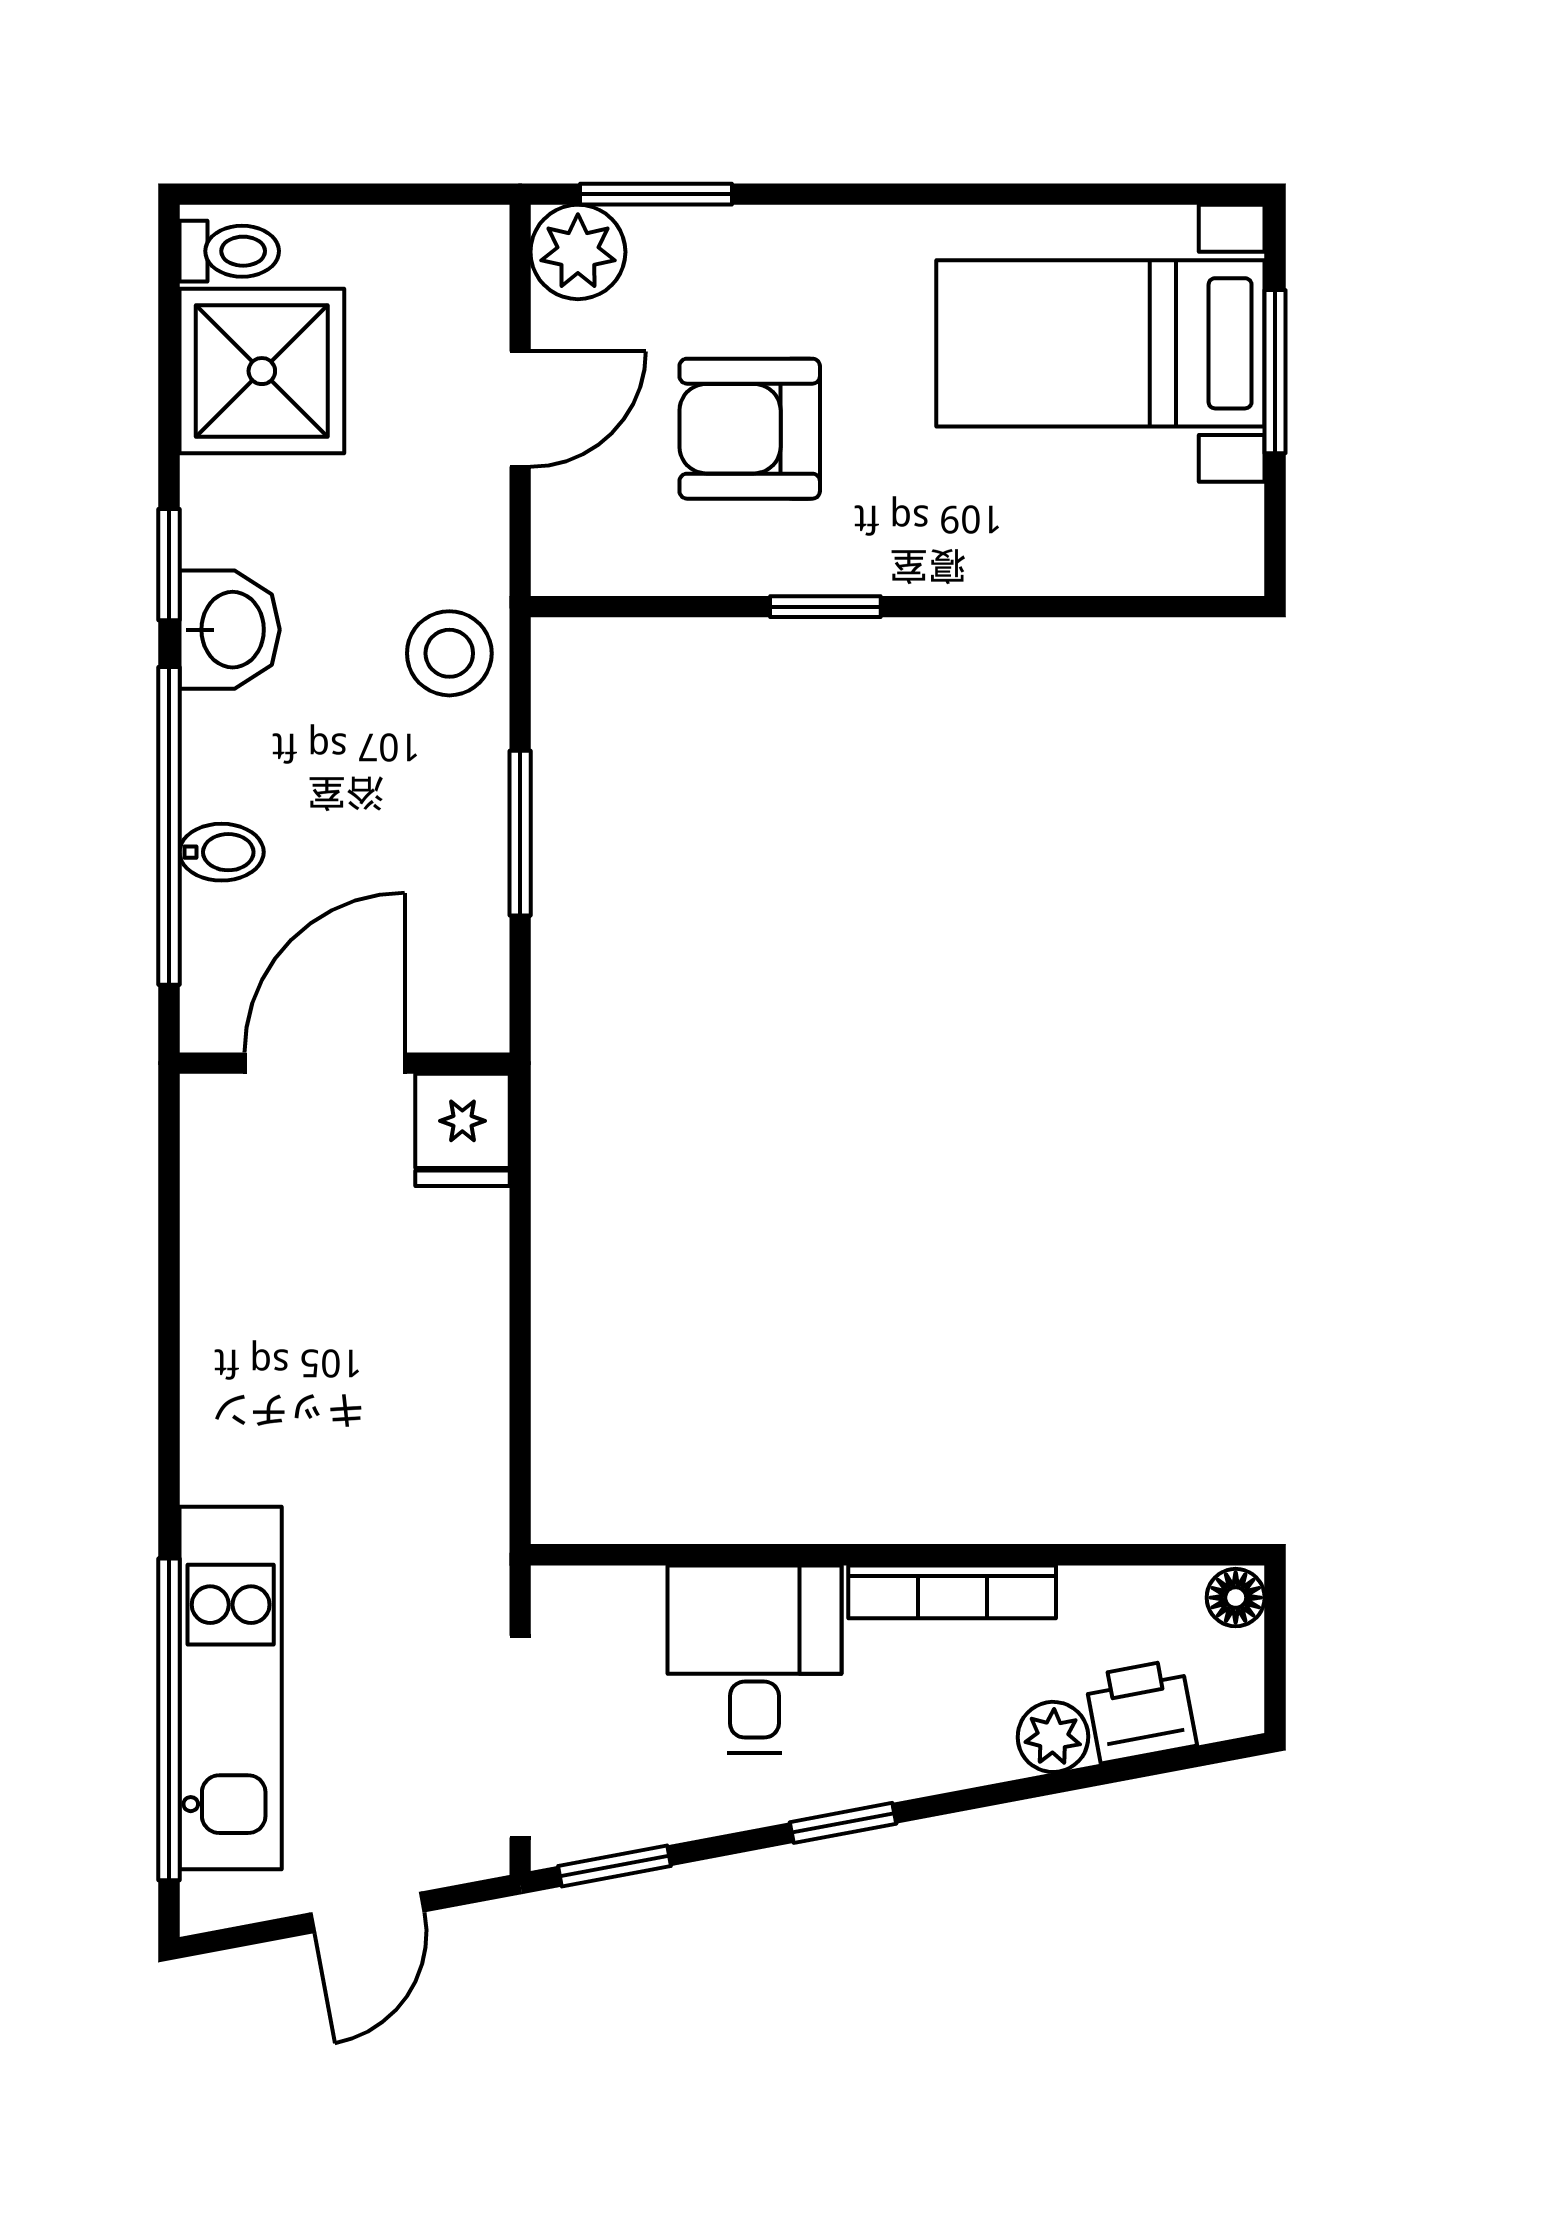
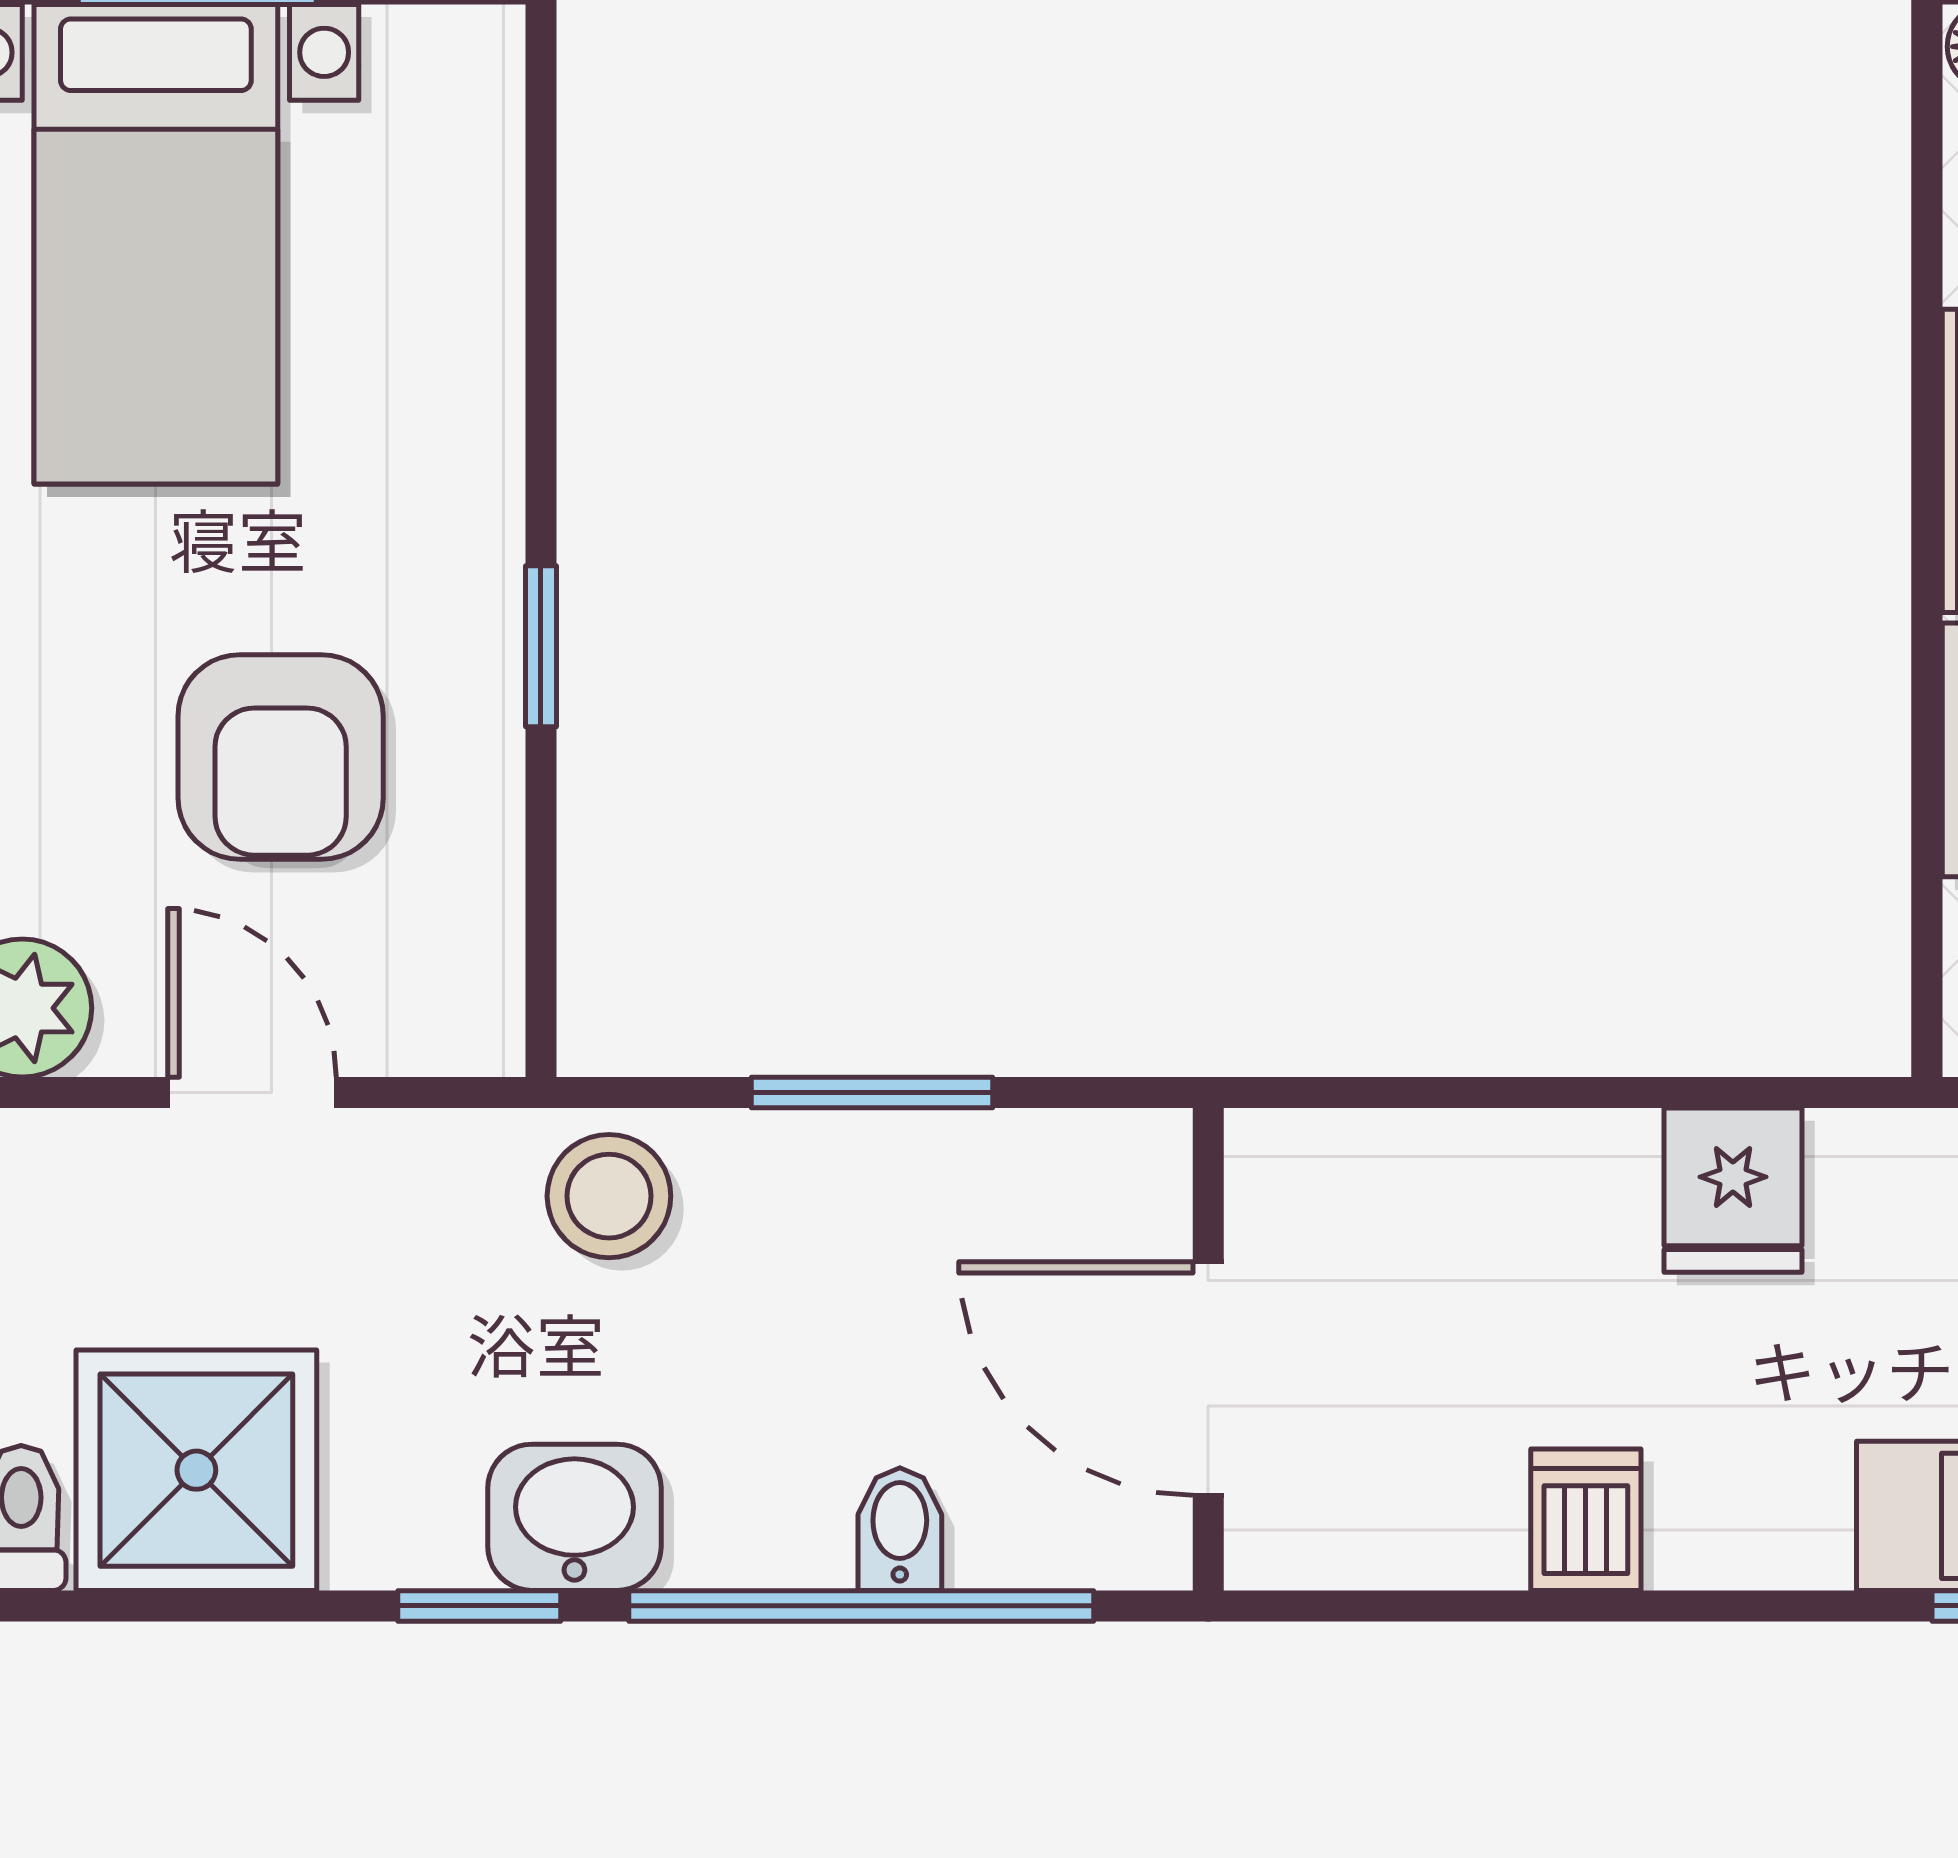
fridge: (462, 1130) -> (1733, 1190), moved, turned 90
dishwasher: (228, 1321) -> (1586, 1520), added

